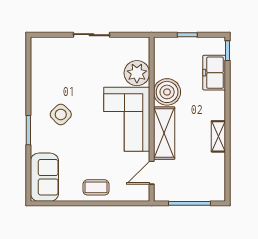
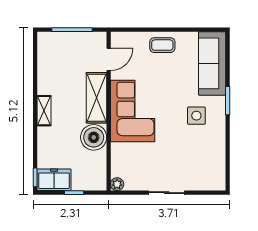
plant: (137, 73) -> (117, 184), moved, width x0.53, depth x0.53
freezer: (214, 73) -> (54, 180), moved, turned -90
side table: (61, 114) -> (196, 116), turned 45
shelving: (218, 136) -> (44, 111), moved
sofa: (44, 177) -> (212, 63), width x1.36

